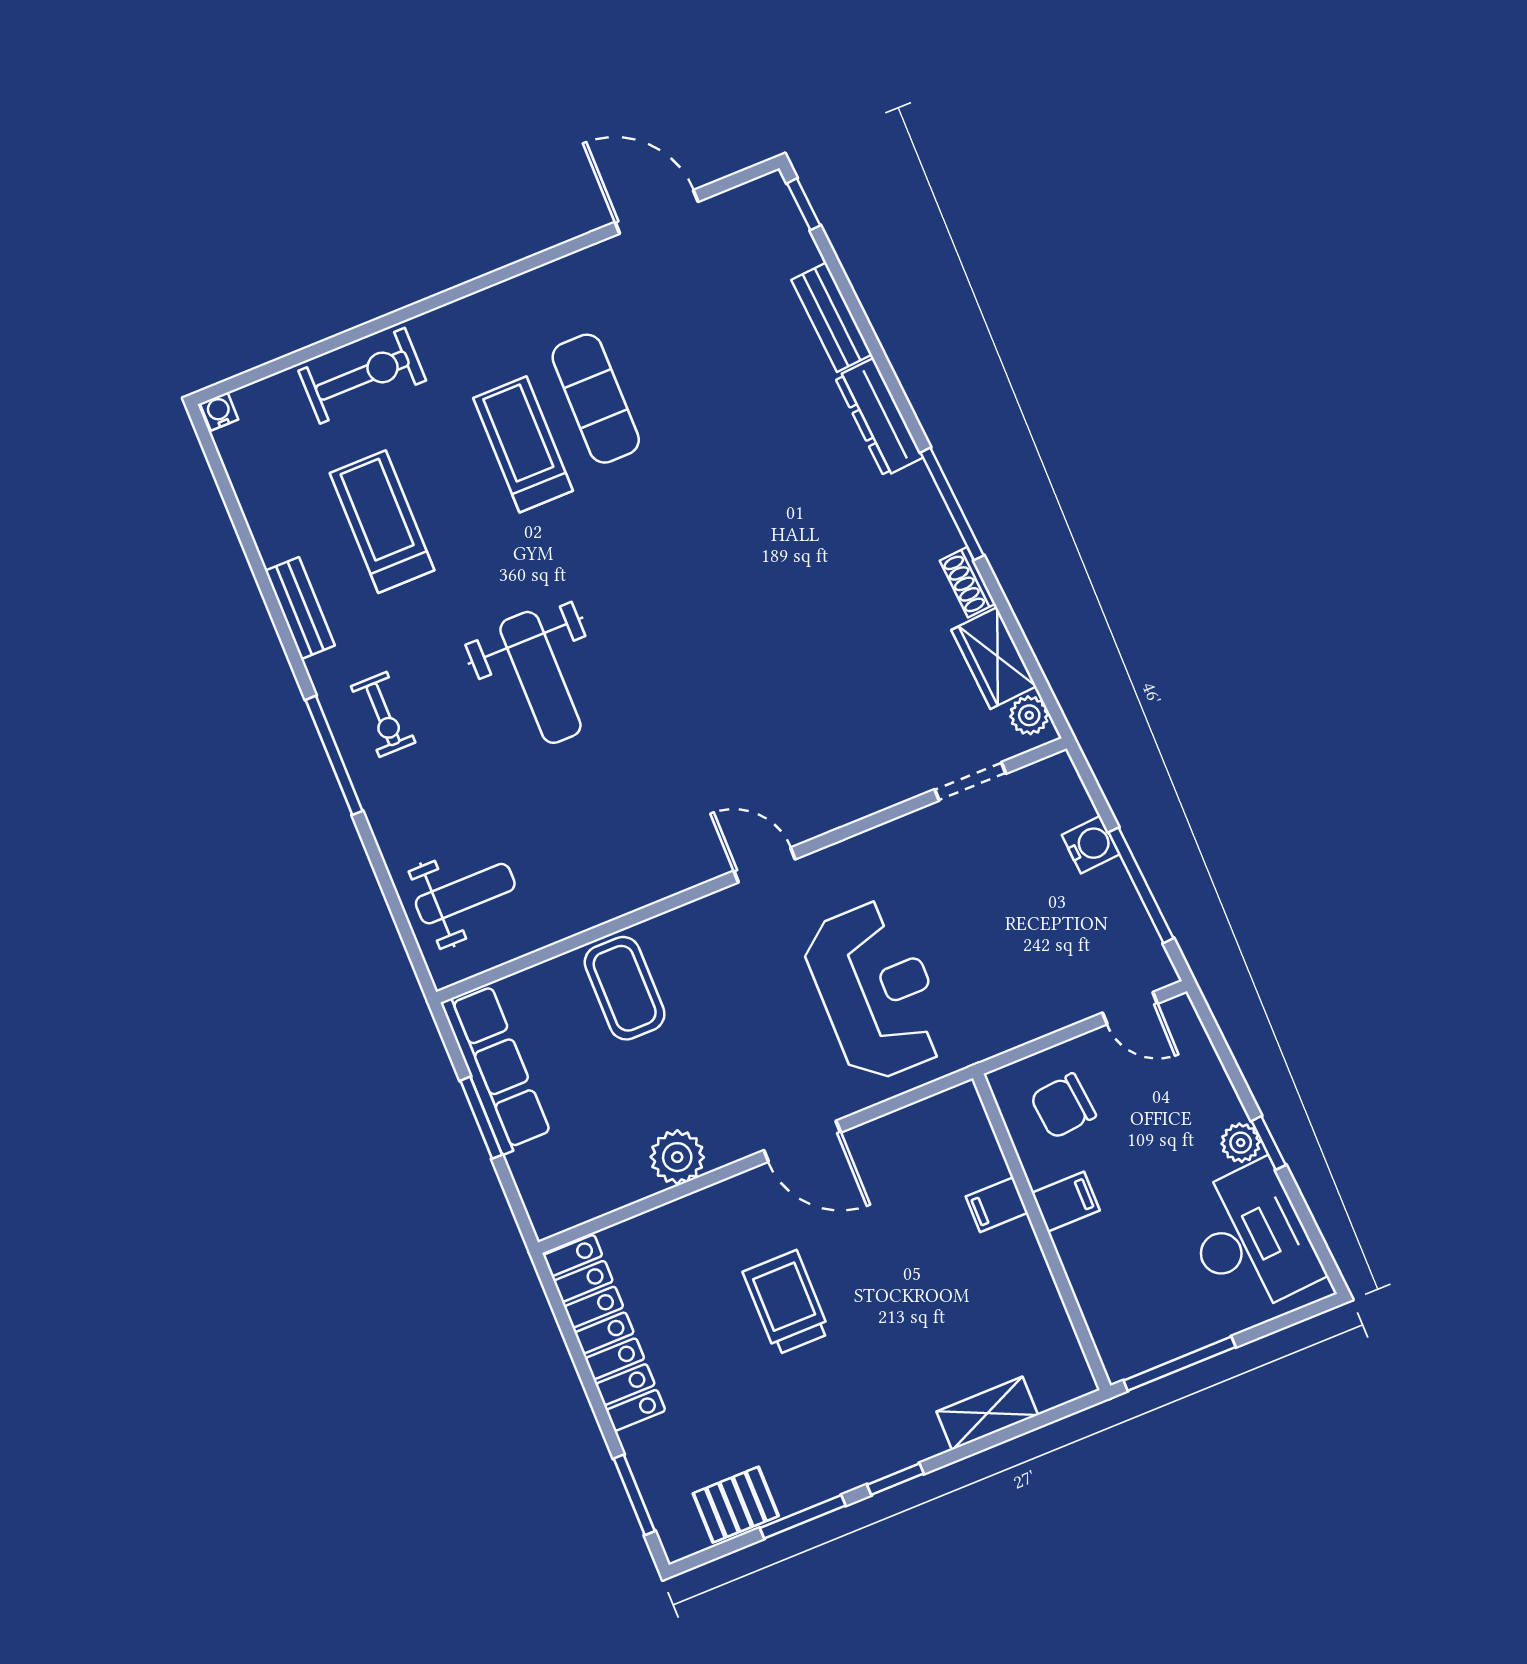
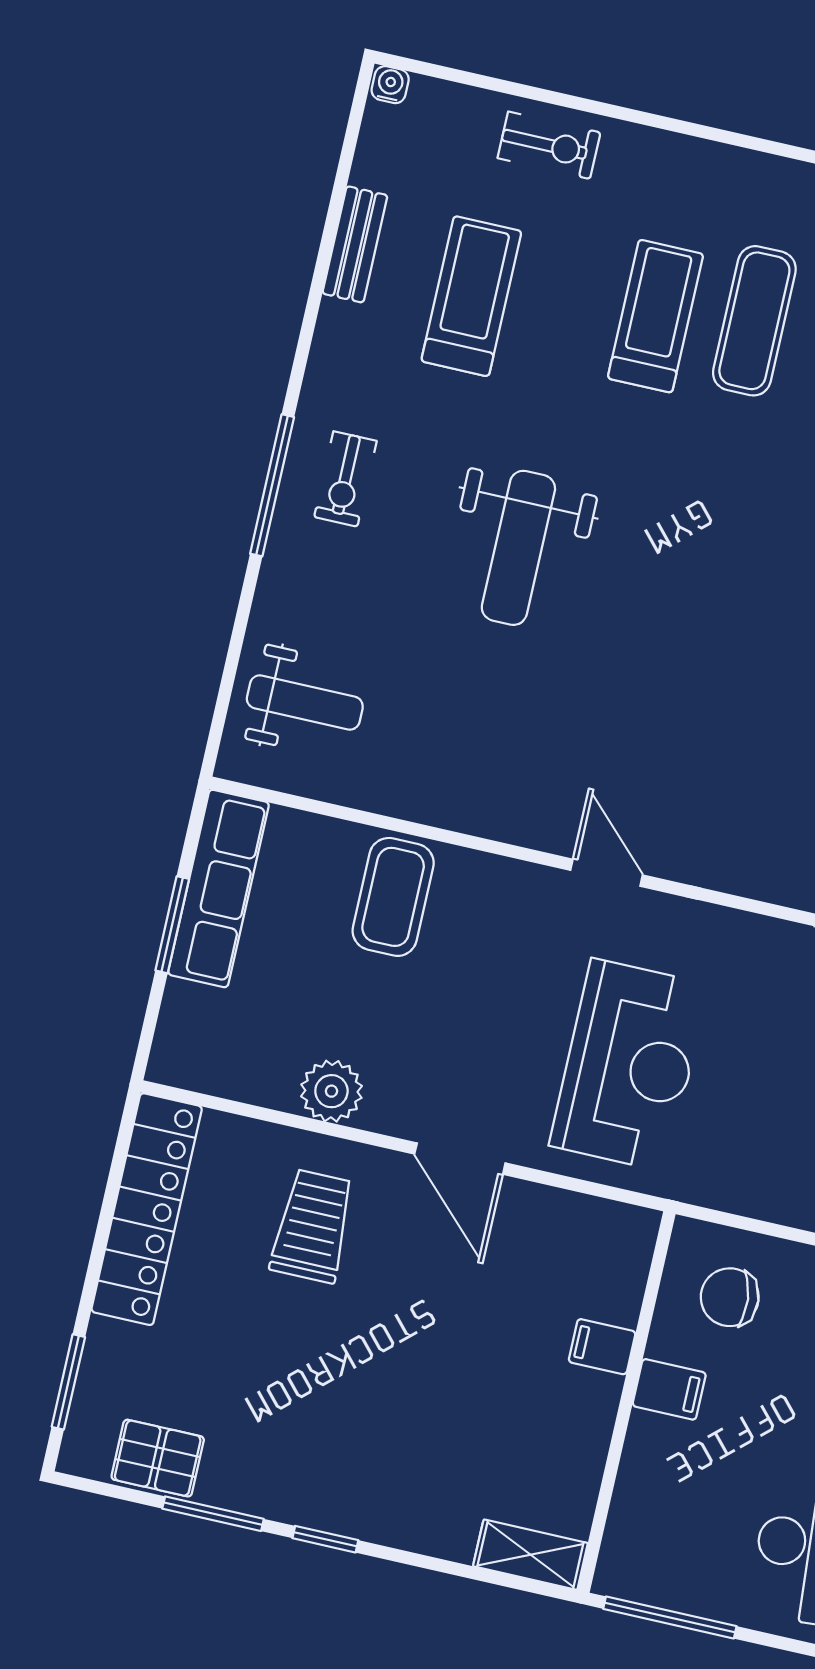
exercise bike: (362, 376) -> (549, 145), width x0.73, depth x0.72
bench: (300, 608) -> (355, 244), moved
trolley: (786, 1303) -> (313, 1226), moved
shelving: (987, 1413) -> (530, 1555), moved

